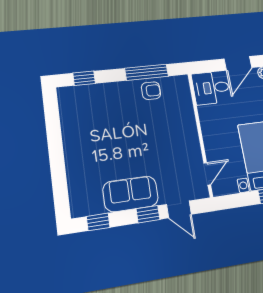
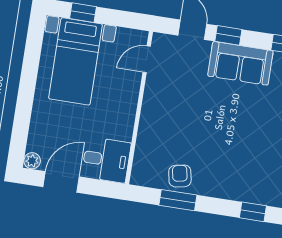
window: (147, 72) -> (178, 200), width x0.69
armchair: (151, 91) -> (180, 176), turned 79

